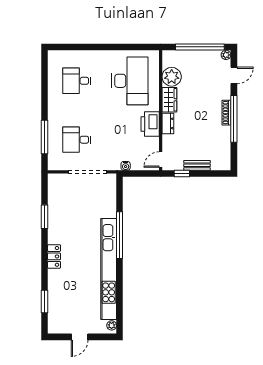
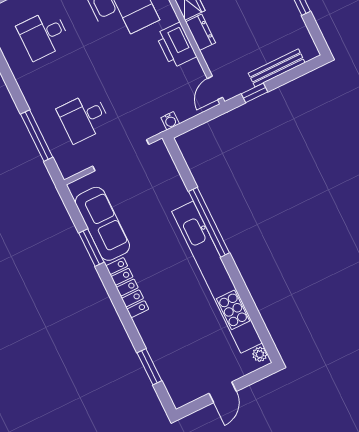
bench: (197, 165) -> (277, 68), width x1.36
sofa: (58, 206) -> (102, 224), added
locker: (54, 256) -> (127, 288), width x1.53

